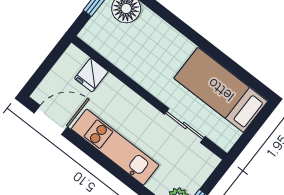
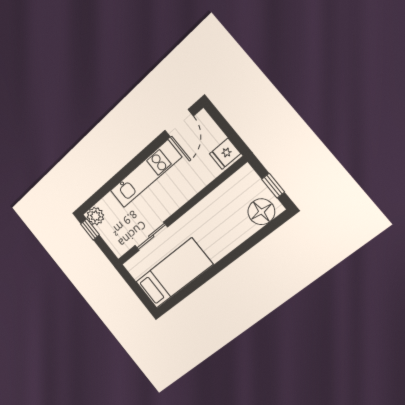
fridge: (91, 75) -> (225, 154), moved, turned -90

